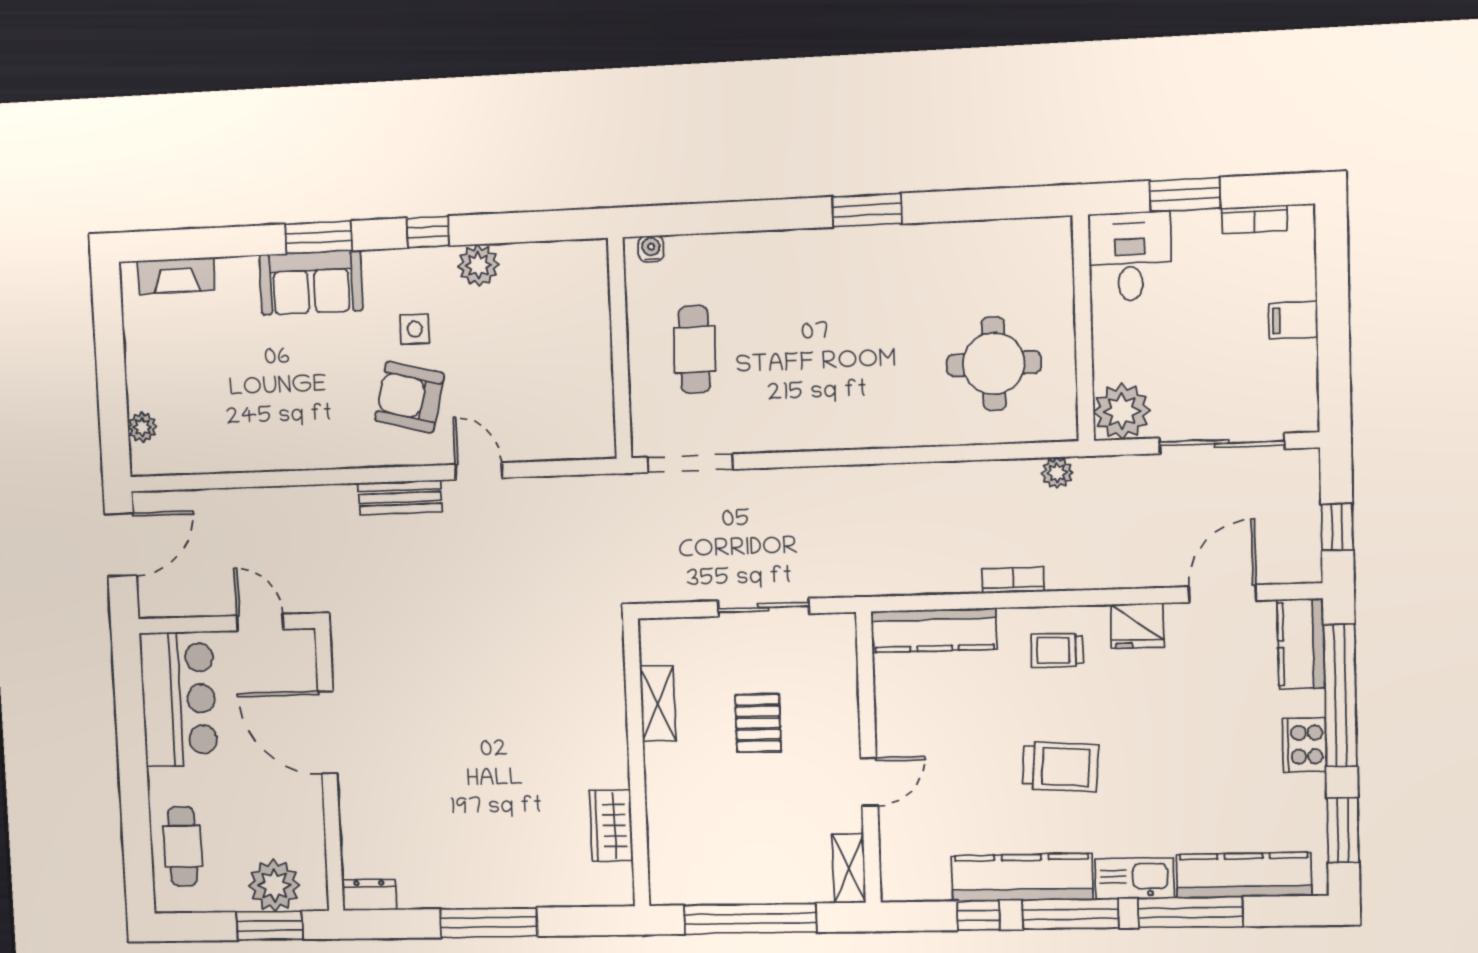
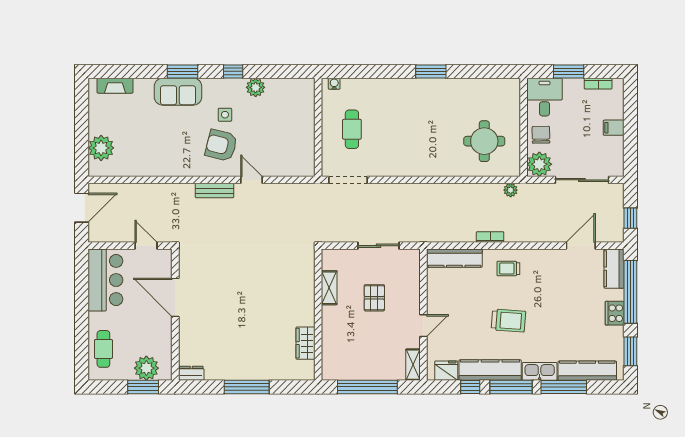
chair: (1124, 344) -> (541, 135), added
plant: (142, 427) -> (101, 148), width x1.88, depth x1.88
fridge: (1137, 626) -> (446, 371), moved, turned 180

